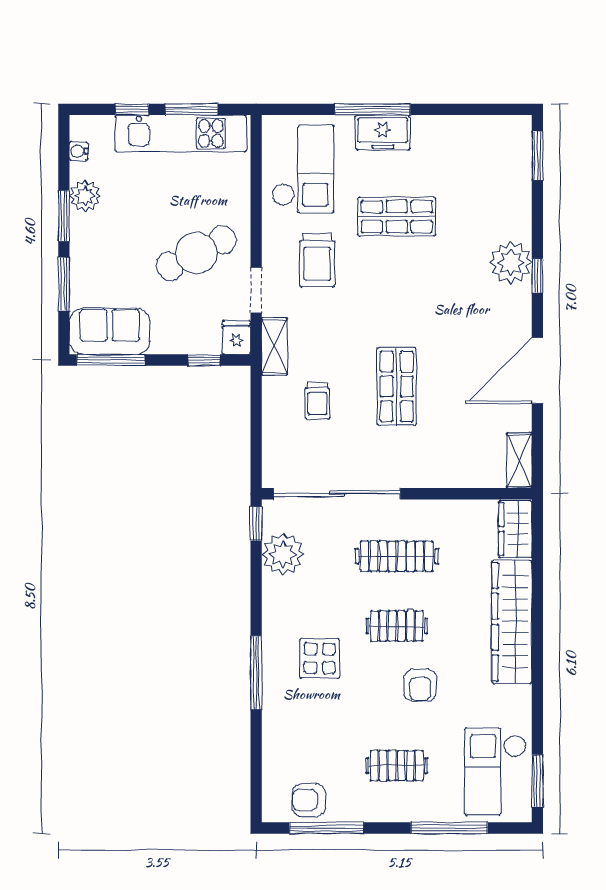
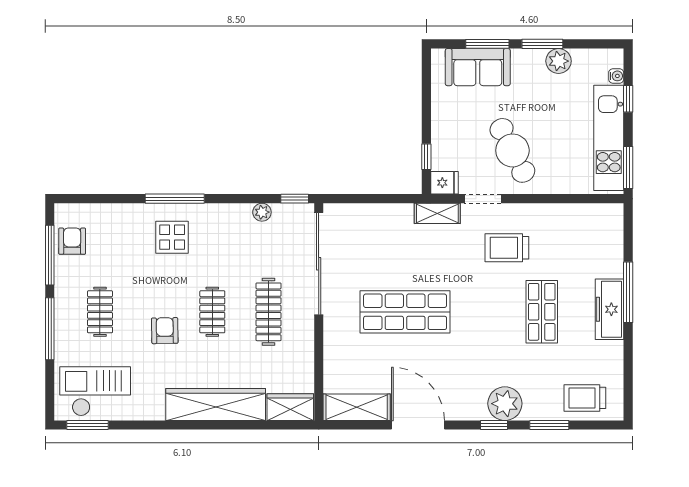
window: (191, 109) -> (628, 167), moved
freezer: (383, 133) -> (609, 309), width x1.40
water cooler: (79, 151) -> (616, 76), moved, turned 90
window: (537, 156) -> (549, 425), moved
checkout: (303, 169) -> (580, 236), removed
sofa: (110, 331) -> (478, 67), moved, turned 90
window: (111, 360) -> (426, 82), removed
shop shelf: (397, 386) -> (405, 312), width x1.43, depth x1.36
trolley: (317, 401) -> (585, 398), moved, width x1.36, depth x1.39
shelving: (519, 460) -> (357, 407), width x1.50, depth x1.33
plant: (283, 554) -> (262, 212), width x0.53, depth x0.53
display table: (320, 658) -> (172, 237), moved
armchair: (420, 685) -> (165, 331), turned 89
window: (449, 828) -> (50, 329), moved

